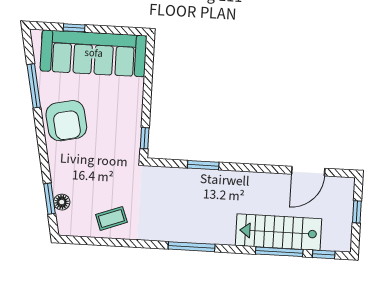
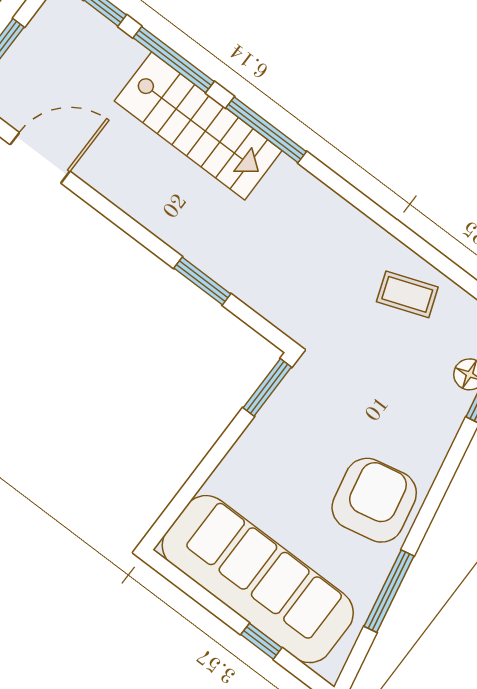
window: (145, 138) -> (267, 387), width x1.50
stairs: (279, 232) -> (198, 126), moved
window: (192, 247) -> (266, 130), moved

